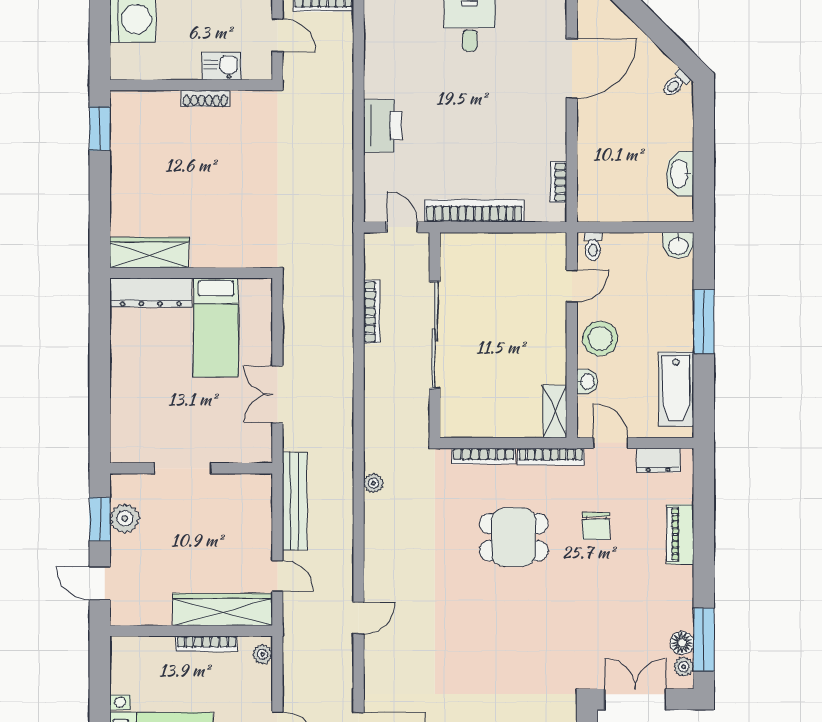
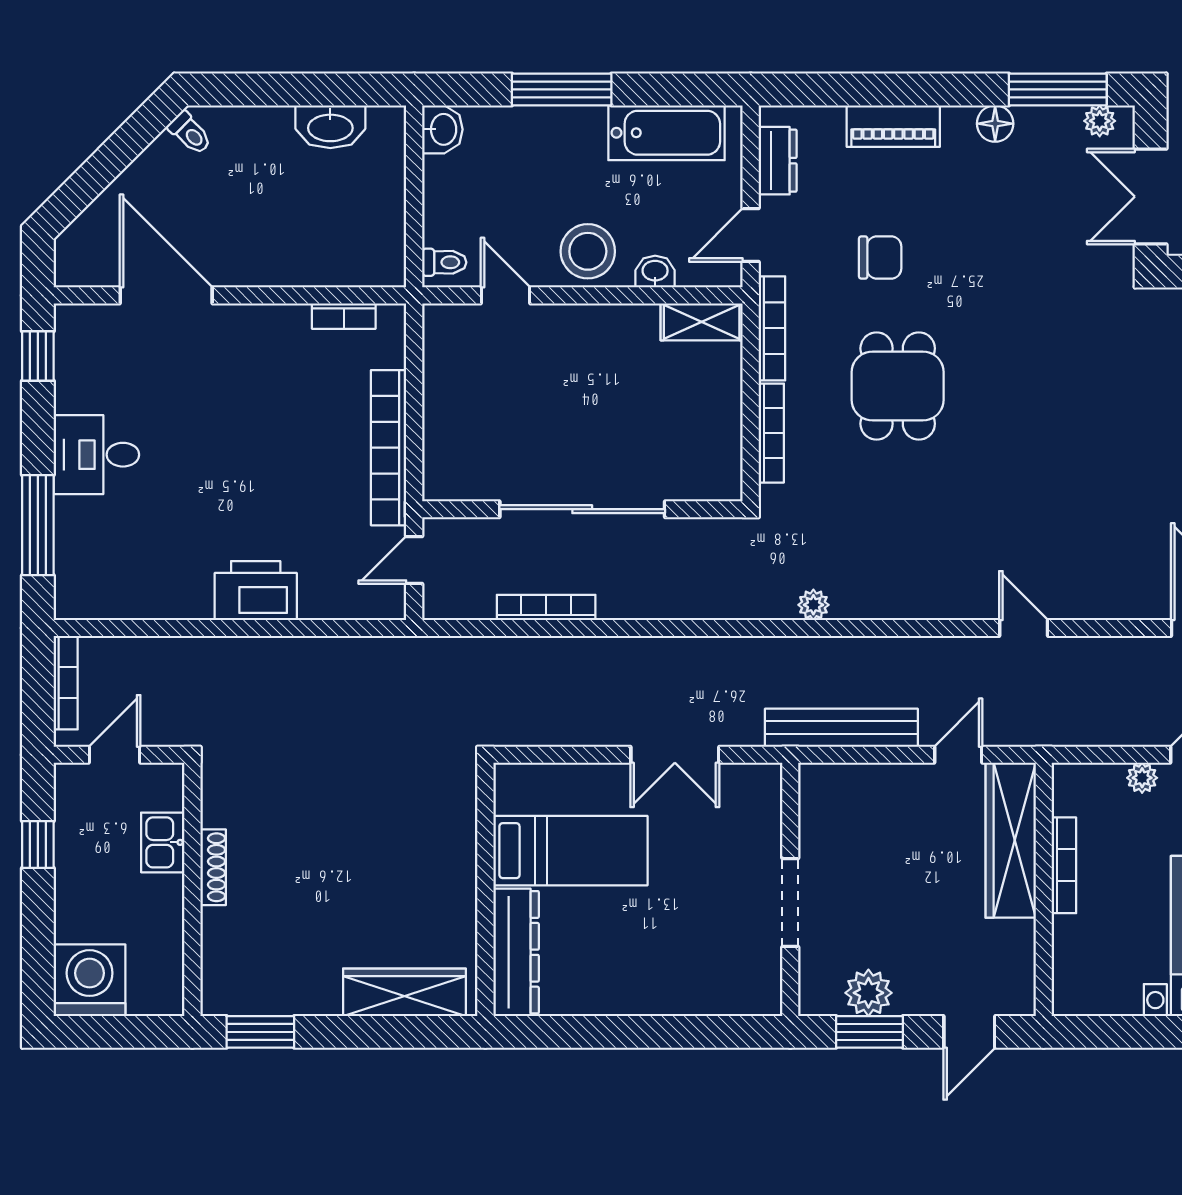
wardrobe: (149, 253) -> (404, 992), moved, turned 90
floor lamp: (682, 643) -> (995, 124), moved
plant: (263, 654) -> (1142, 778), moved

